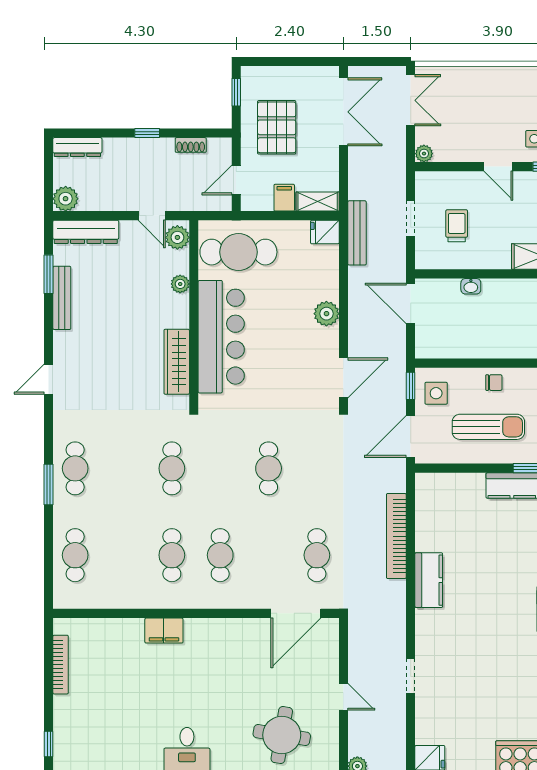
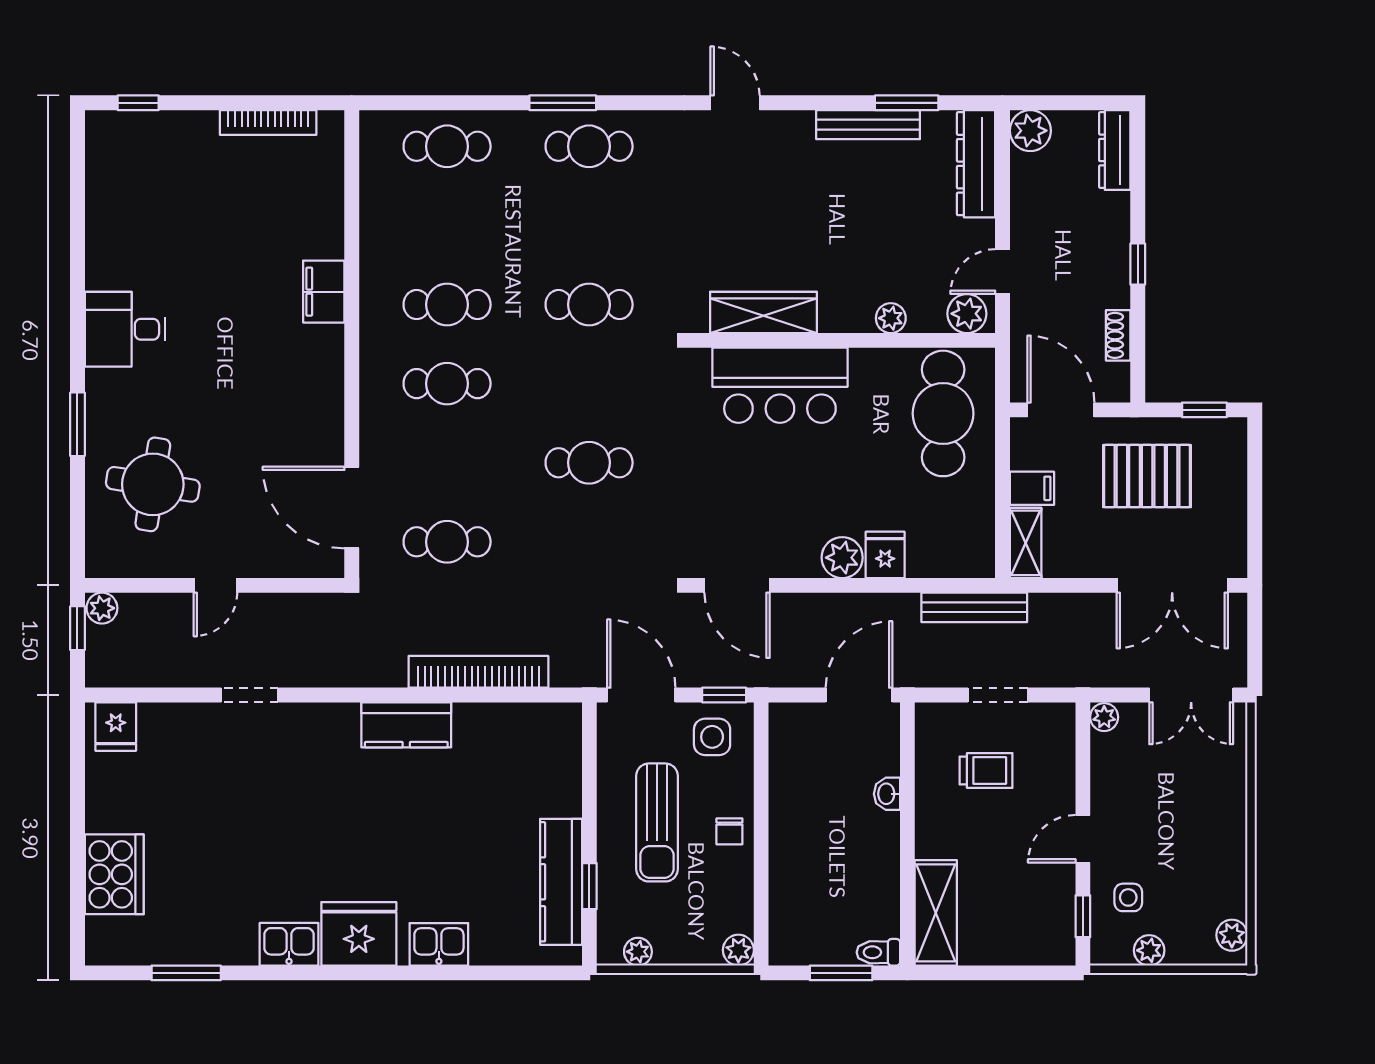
door: (236, 180) -> (1061, 410), width x1.38
fridge: (325, 232) -> (885, 555), moved
bar counter: (221, 337) -> (780, 385), width x0.73

